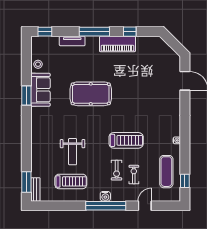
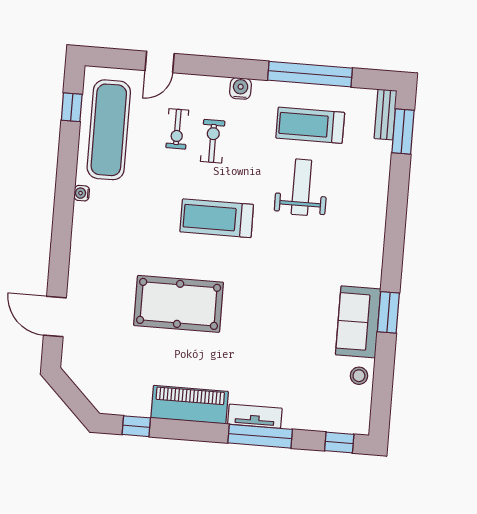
window: (94, 32) -> (260, 436), moved
window: (130, 32) -> (136, 426), moved
tv unit: (72, 41) -> (255, 416), moved
pool table: (91, 94) -> (179, 304), moved
treadmill: (126, 140) -> (217, 218), moved
exercise mat: (166, 172) -> (109, 130), width x1.36, depth x1.45
window: (106, 206) -> (310, 74), moved

